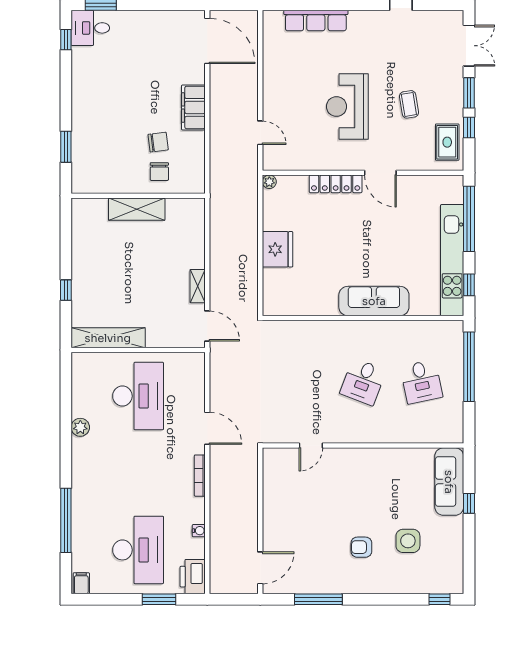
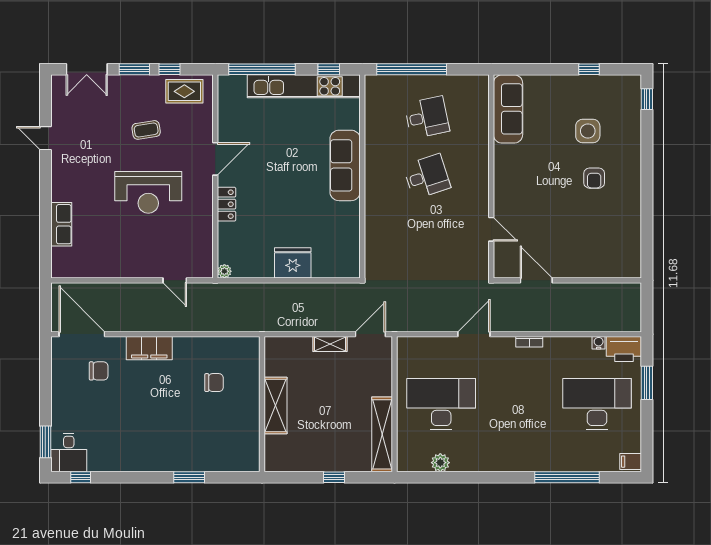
row of seats: (316, 21) -> (61, 224), width x0.68
door: (207, 41) -> (82, 334), hinge flipped
double door: (469, 46) -> (87, 69), swing flipped
door: (260, 133) -> (175, 280), swing flipped
chair: (158, 142) -> (99, 371), moved, turned 97
locker: (336, 184) -> (227, 204), width x0.66
wall: (138, 196) -> (262, 404), moved
shelving: (137, 209) -> (275, 405), moved
desk: (363, 382) -> (427, 176), turned -39
plant: (80, 427) -> (440, 463), moved
bookcase: (200, 476) -> (529, 342), width x0.64
sofa: (449, 482) -> (508, 109), moved, turned -90
window: (469, 503) -> (589, 69), moved
water cooler: (199, 531) -> (599, 343), moved
door: (260, 568) -> (536, 280), moved
window: (318, 599) -> (647, 222), removed

